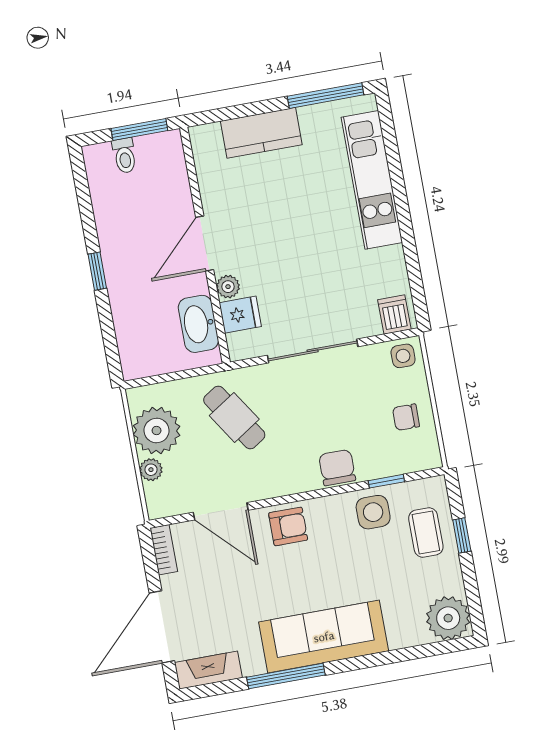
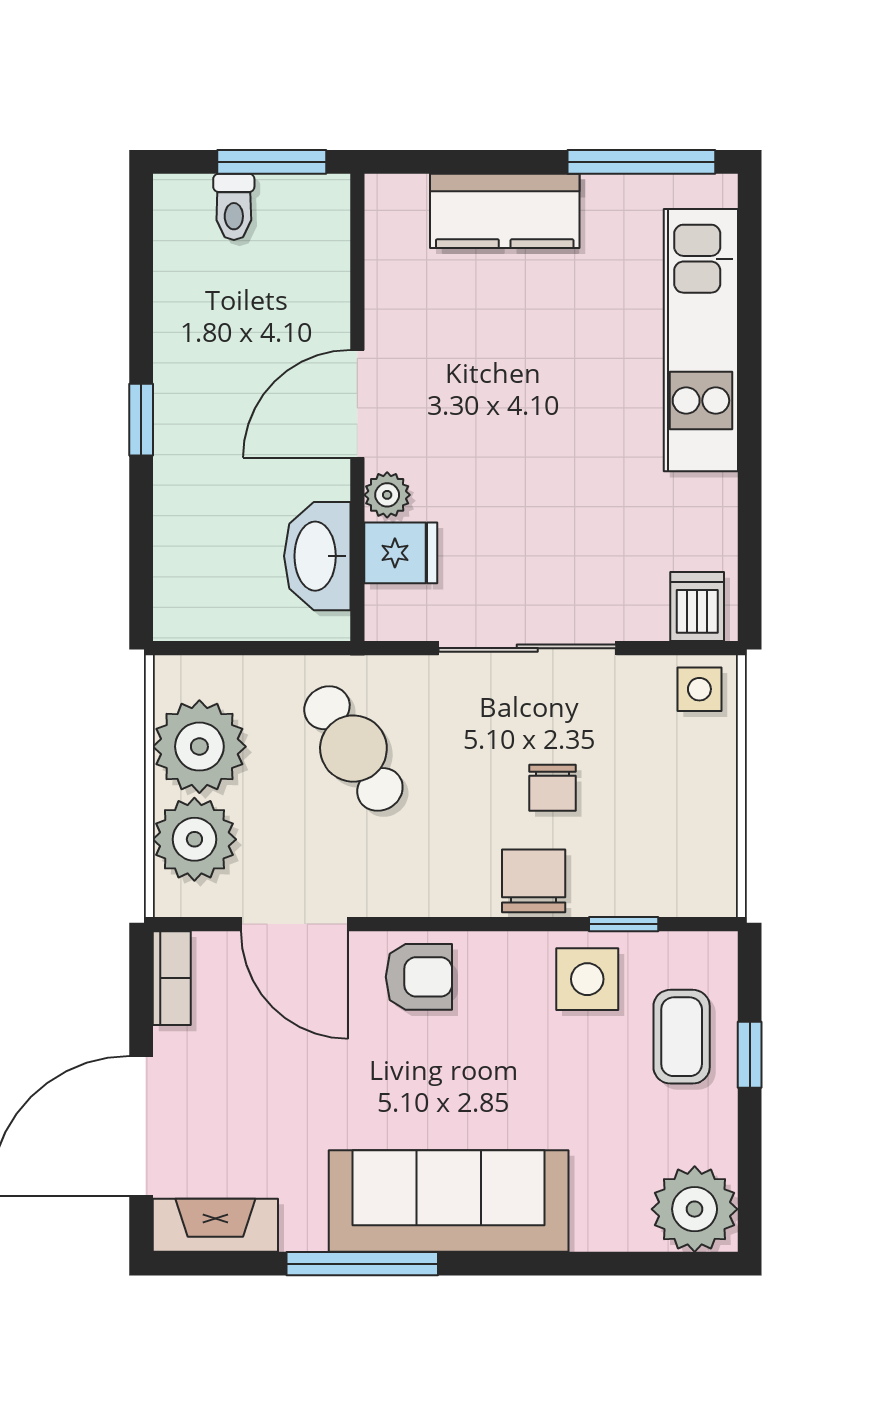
chair: (406, 417) -> (552, 788), moved, turned -90
plant: (151, 470) -> (194, 839), width x1.88, depth x1.88

